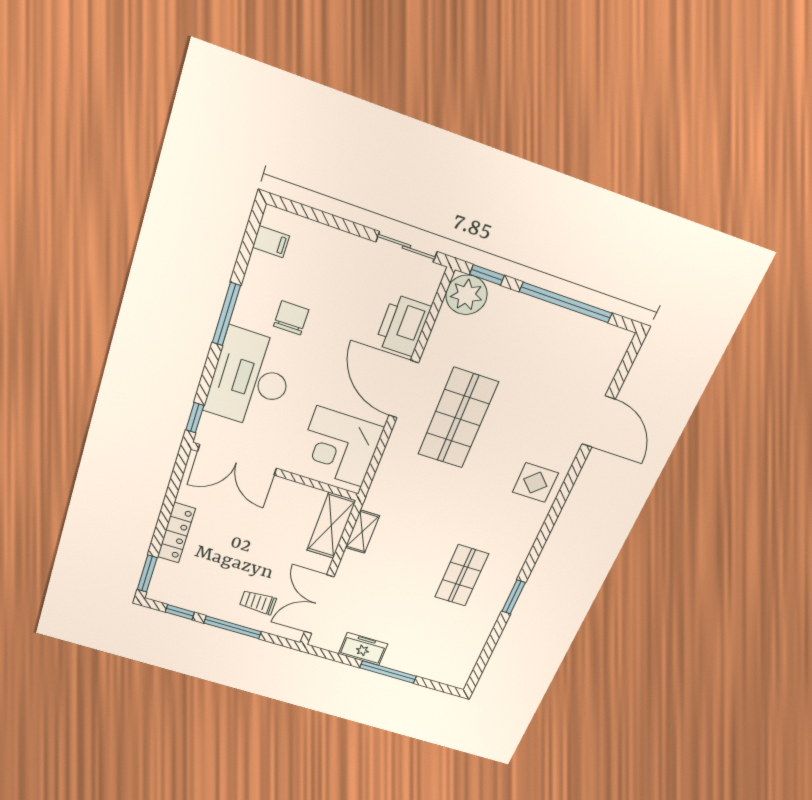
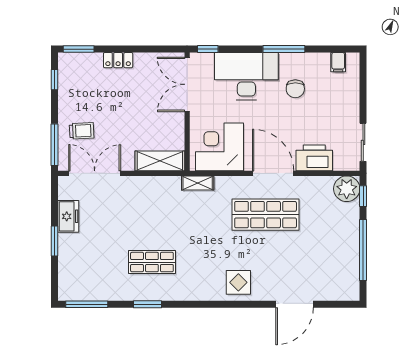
chair: (291, 318) -> (295, 89), turned 90
door: (403, 389) -> (273, 173), hinge flipped
shelving: (362, 532) -> (198, 183), moved
locker: (176, 533) -> (118, 60), width x0.66
trolley: (258, 602) -> (82, 131), turned 87
window: (233, 627) -> (54, 145), moved
window: (482, 662) -> (87, 304), added
window: (388, 672) -> (54, 241), width x0.69

